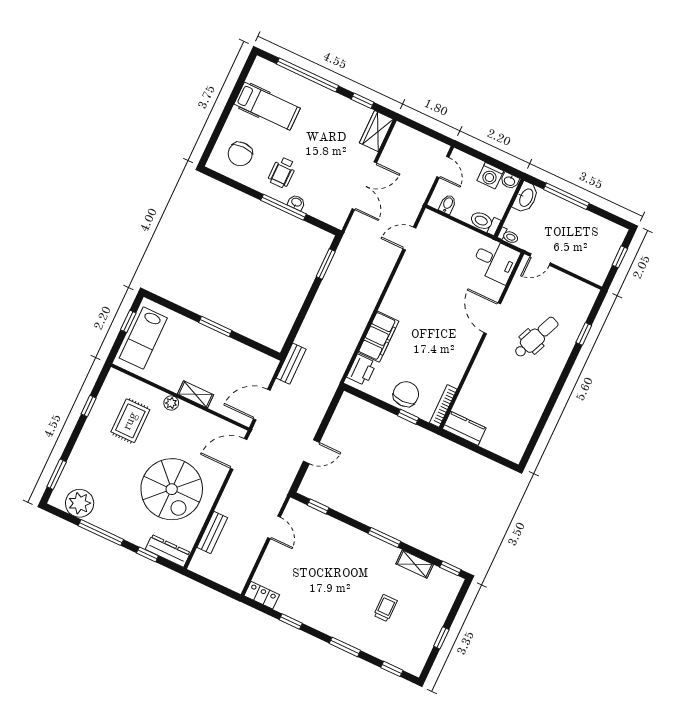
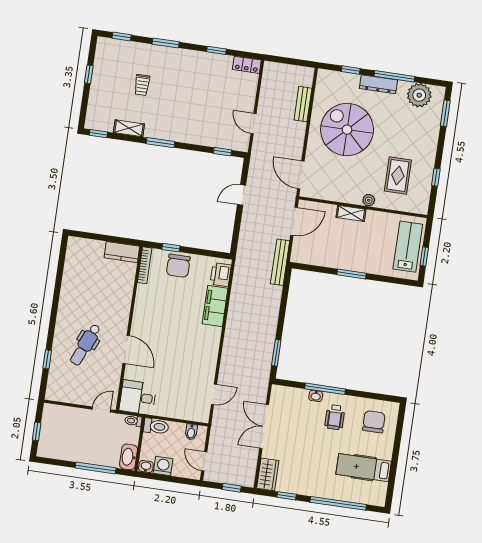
window: (421, 128) -> (232, 488), added
wheelchair: (282, 172) -> (335, 417), turned 180
bench: (291, 364) -> (280, 262), width x1.36
door: (239, 454) -> (301, 175), swing flipped
dresser: (168, 551) -> (378, 84), moved

